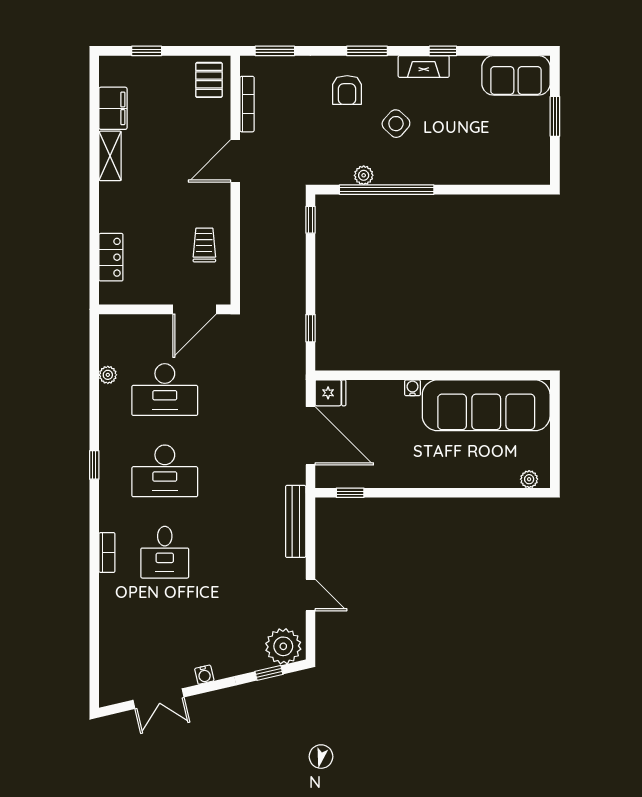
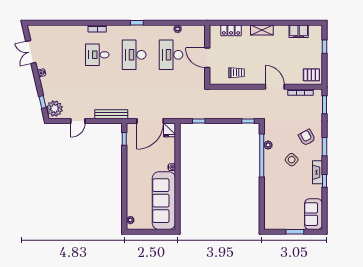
armchair: (347, 90) -> (307, 137), turned 61
shelving: (110, 156) -> (262, 30), moved
door: (194, 309) -> (207, 58), moved

